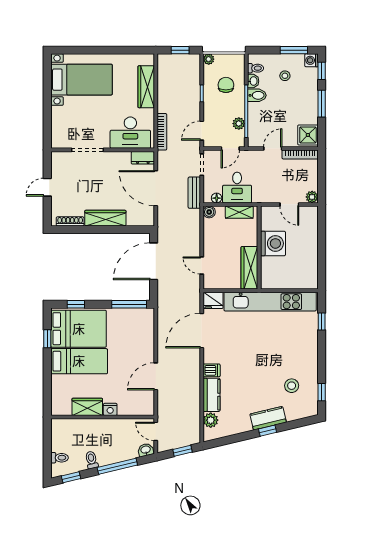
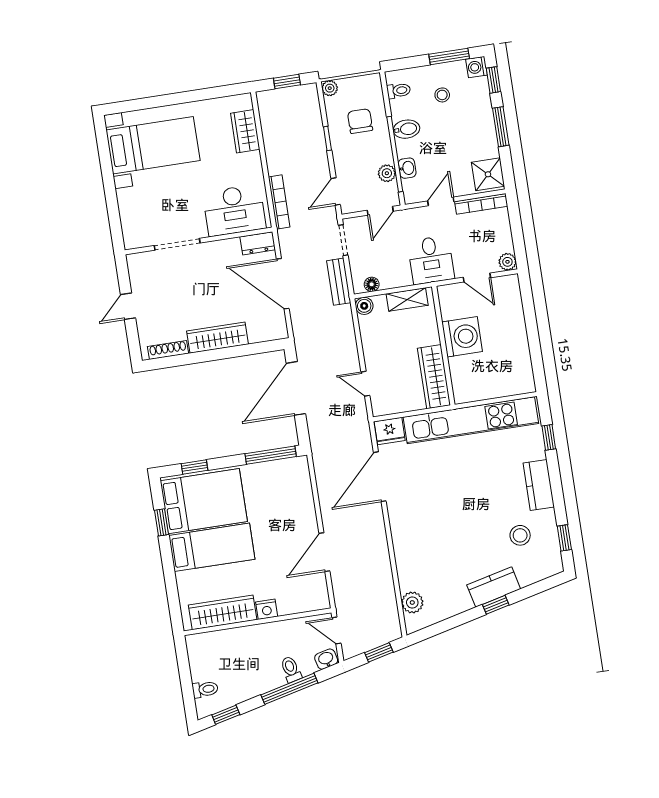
washbasin: (253, 81) -> (407, 168), moved
wardrobe: (146, 87) -> (245, 131), width x0.67
desk: (237, 188) -> (431, 260), moved
dishwasher: (212, 370) -> (403, 531), removed
kitchen counter: (212, 395) -> (539, 485), moved, turned 180
wardrobe: (87, 407) -> (223, 612), width x1.50
toilet: (92, 460) -> (291, 669), moved

